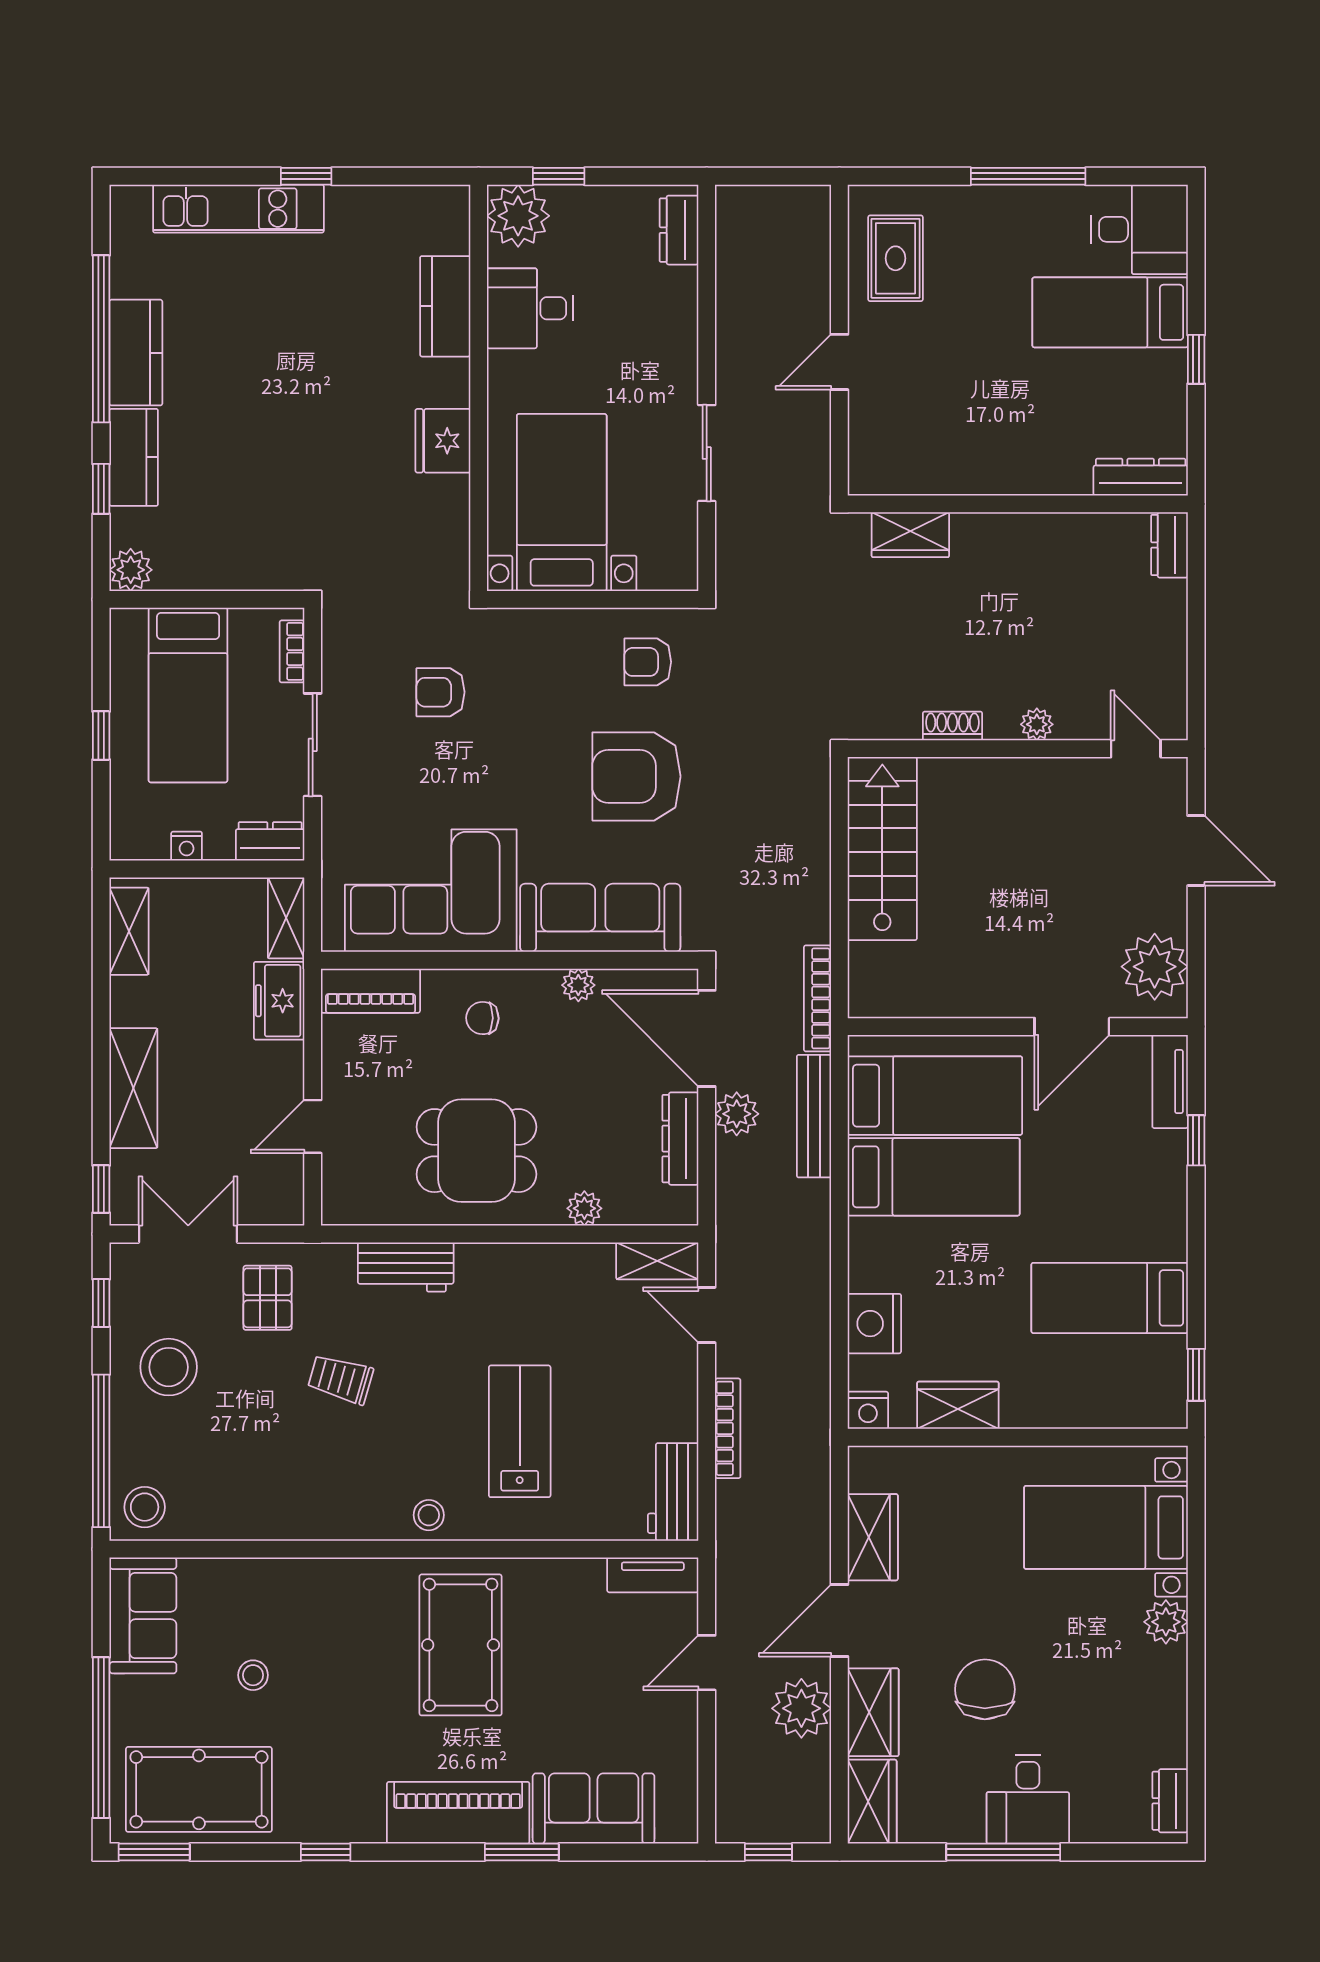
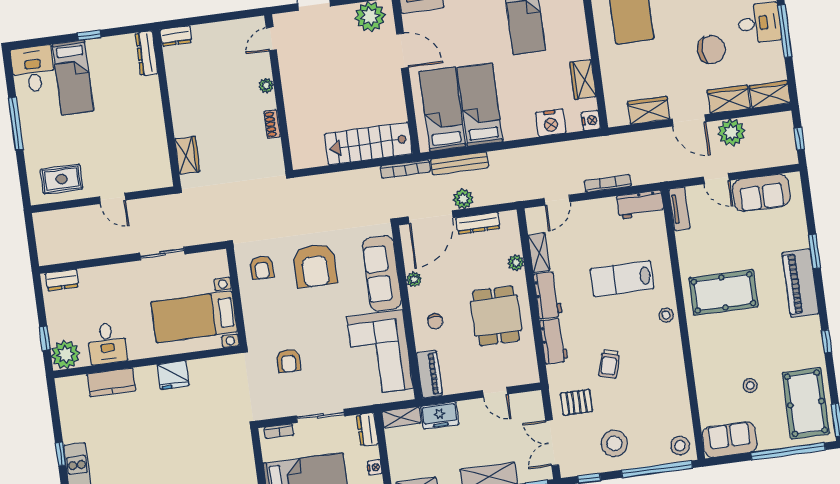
stairs: (882, 849) -> (368, 144), moved
shelving: (657, 1261) -> (539, 253), moved
workbench: (506, 1267) -> (548, 295), added
chair: (985, 1689) -> (711, 50), turned 180
sofa: (594, 1808) -> (761, 193), moved, turned -90

